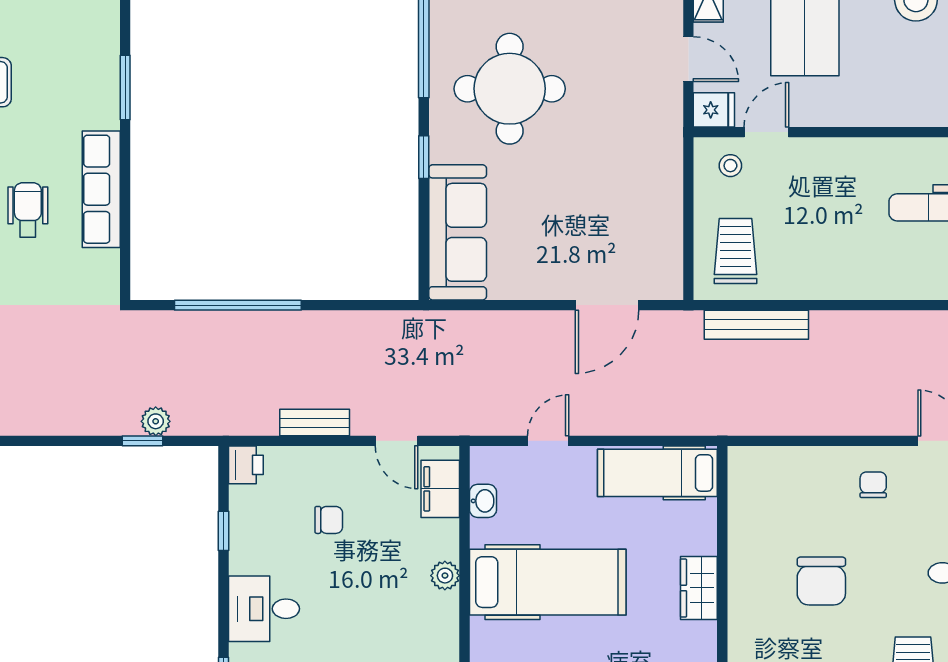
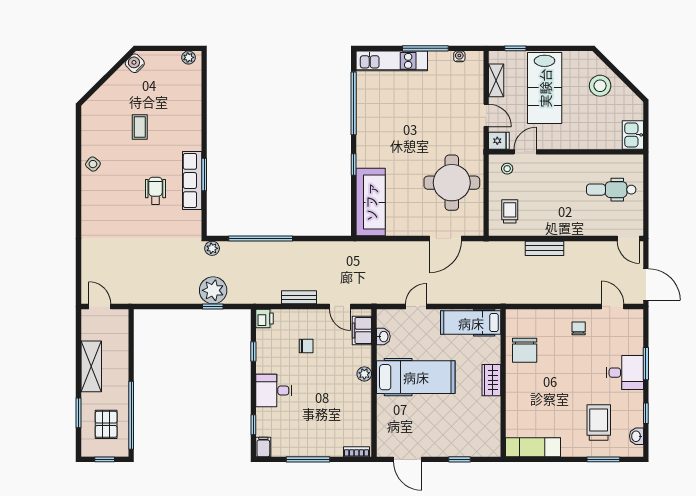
window: (125, 87) -> (204, 175), moved
round table: (510, 89) -> (452, 183), moved
trolley: (736, 251) -> (510, 211), width x0.73, depth x0.72
plant: (141, 325) -> (212, 248), added
bench: (756, 325) -> (545, 248), moved, width x0.73
plant: (156, 421) -> (213, 290), width x1.88, depth x1.88
chair: (821, 581) -> (525, 350), moved

